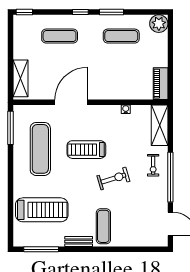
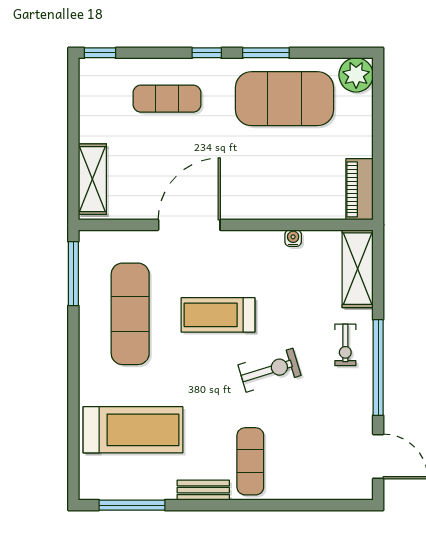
exercise mat: (121, 36) -> (284, 99), width x2.00, depth x1.45

